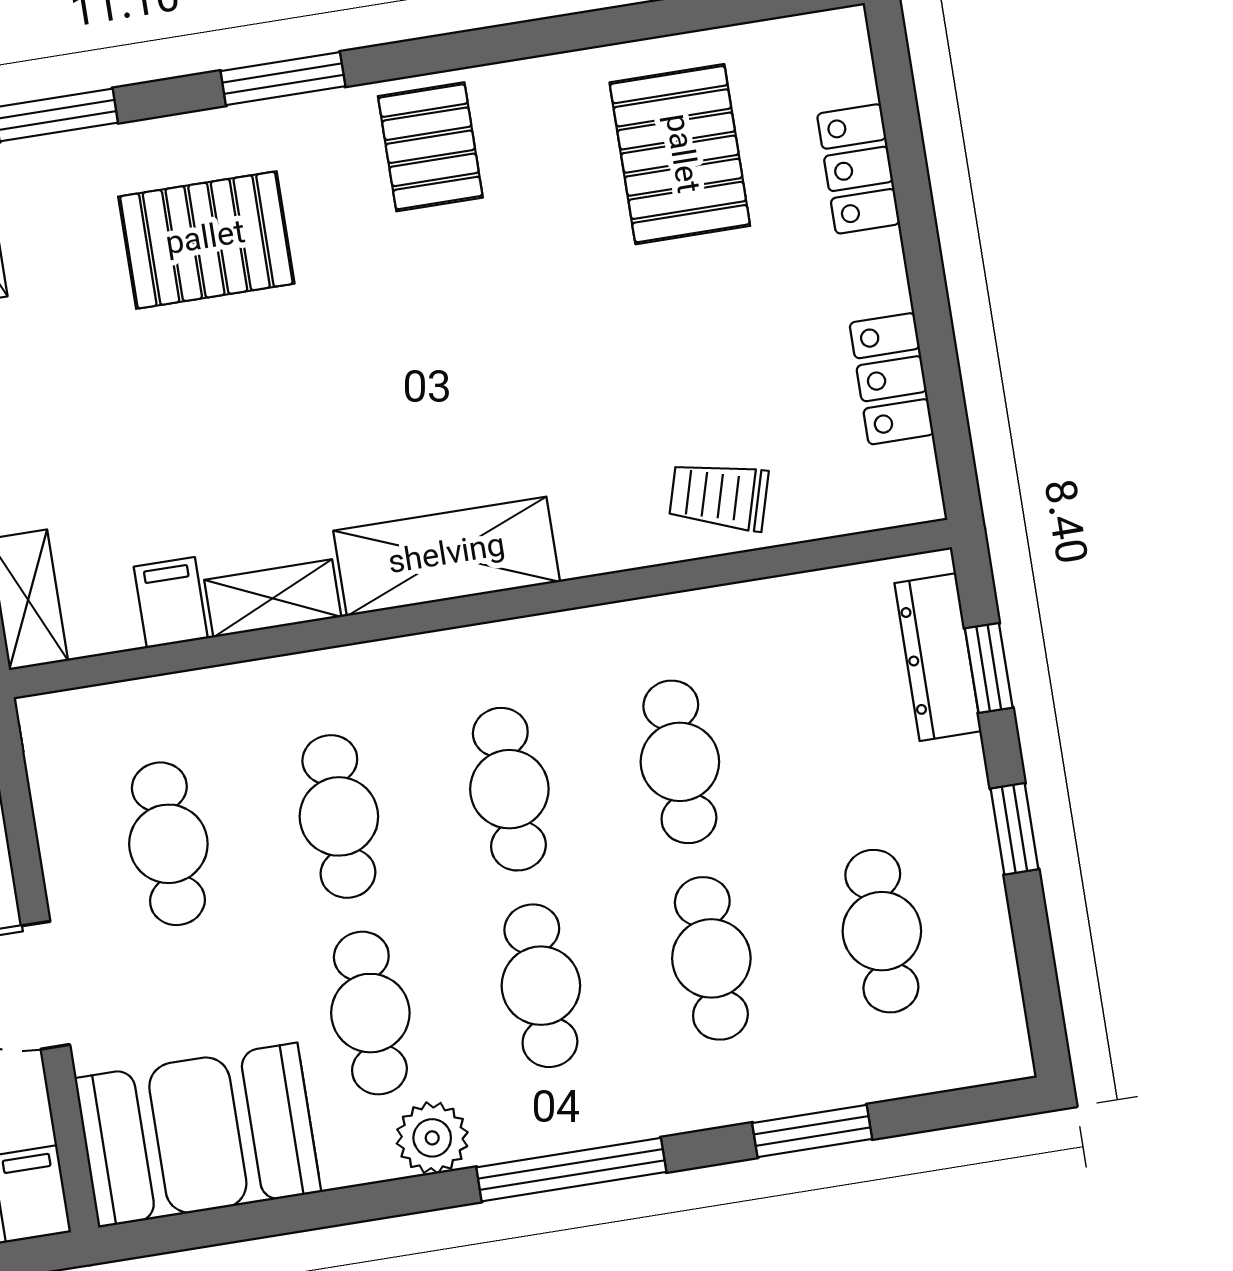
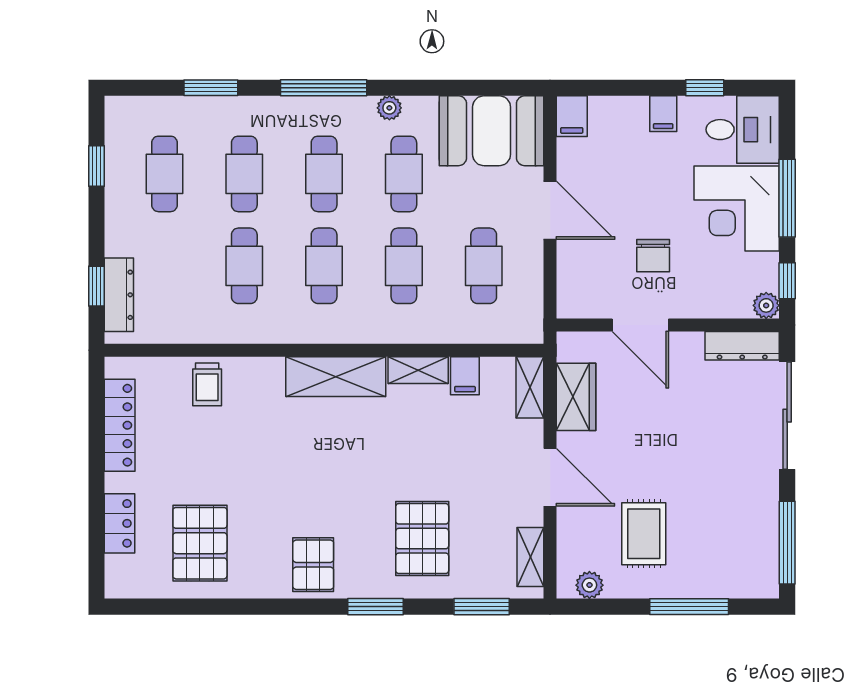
pallet: (206, 240) -> (422, 539), turned 90
locker: (892, 379) -> (120, 425), width x1.53
trolley: (719, 496) -> (207, 384), turned 74
window: (1015, 829) -> (97, 166), moved
plant: (432, 1138) -> (389, 108), width x0.73, depth x0.73

